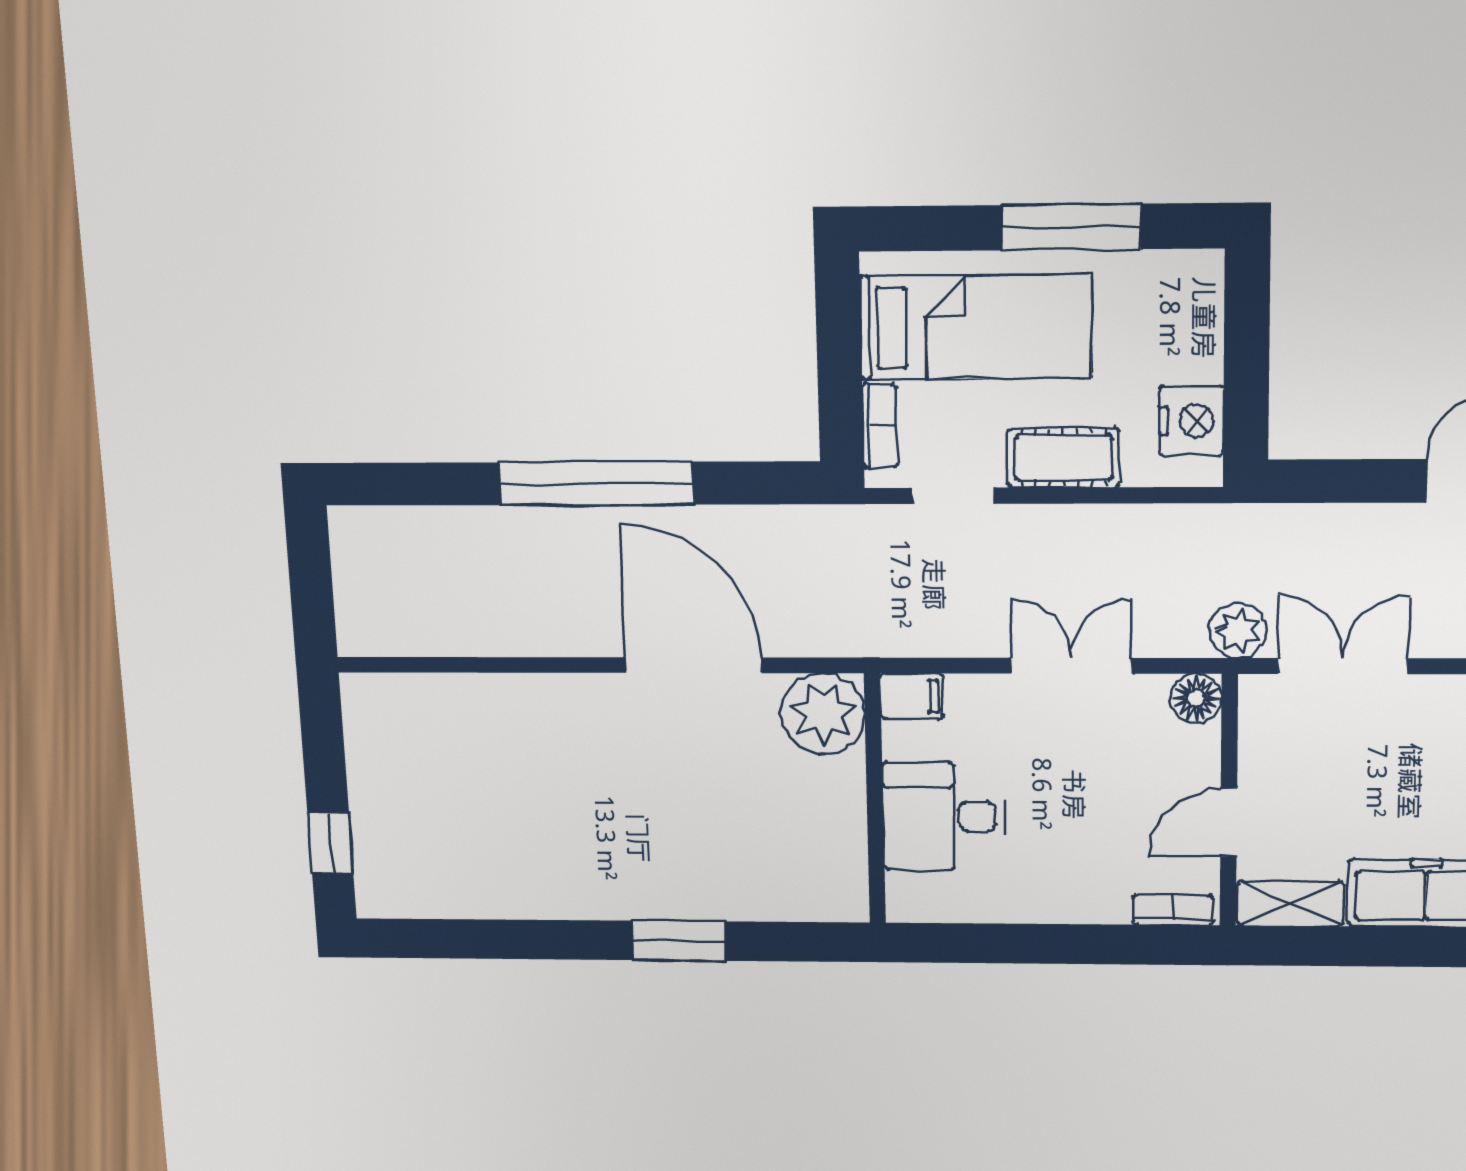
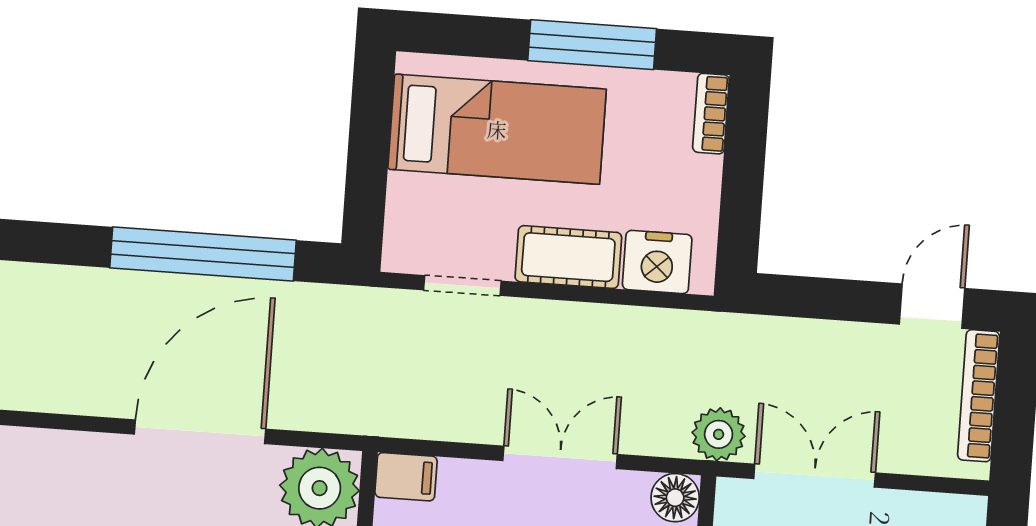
nightstand: (1191, 421) -> (657, 262), moved, turned 90
bookcase: (880, 426) -> (711, 114), moved, turned 180
window: (596, 483) -> (203, 254), moved
door: (694, 665) -> (200, 432), hinge flipped

